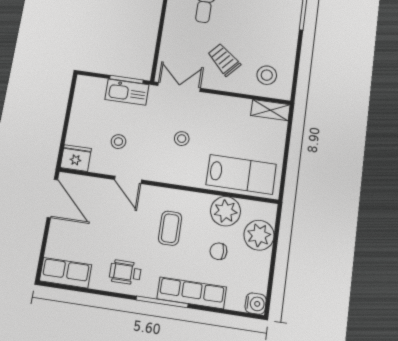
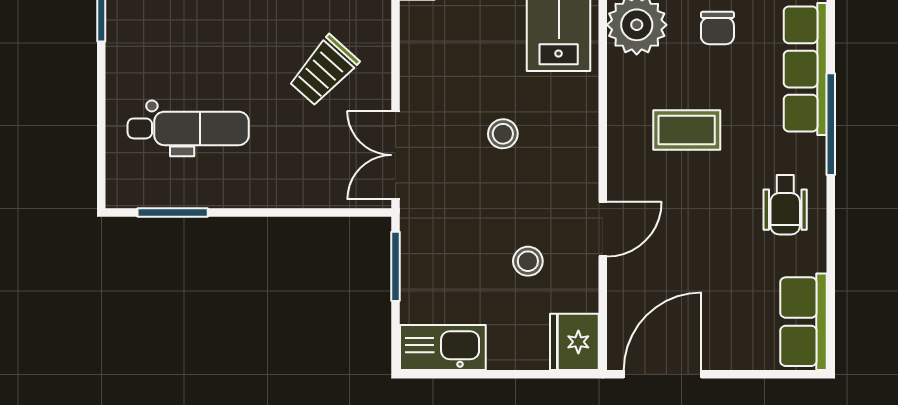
kitchen sink: (127, 92) -> (443, 348), moved, turned -90

